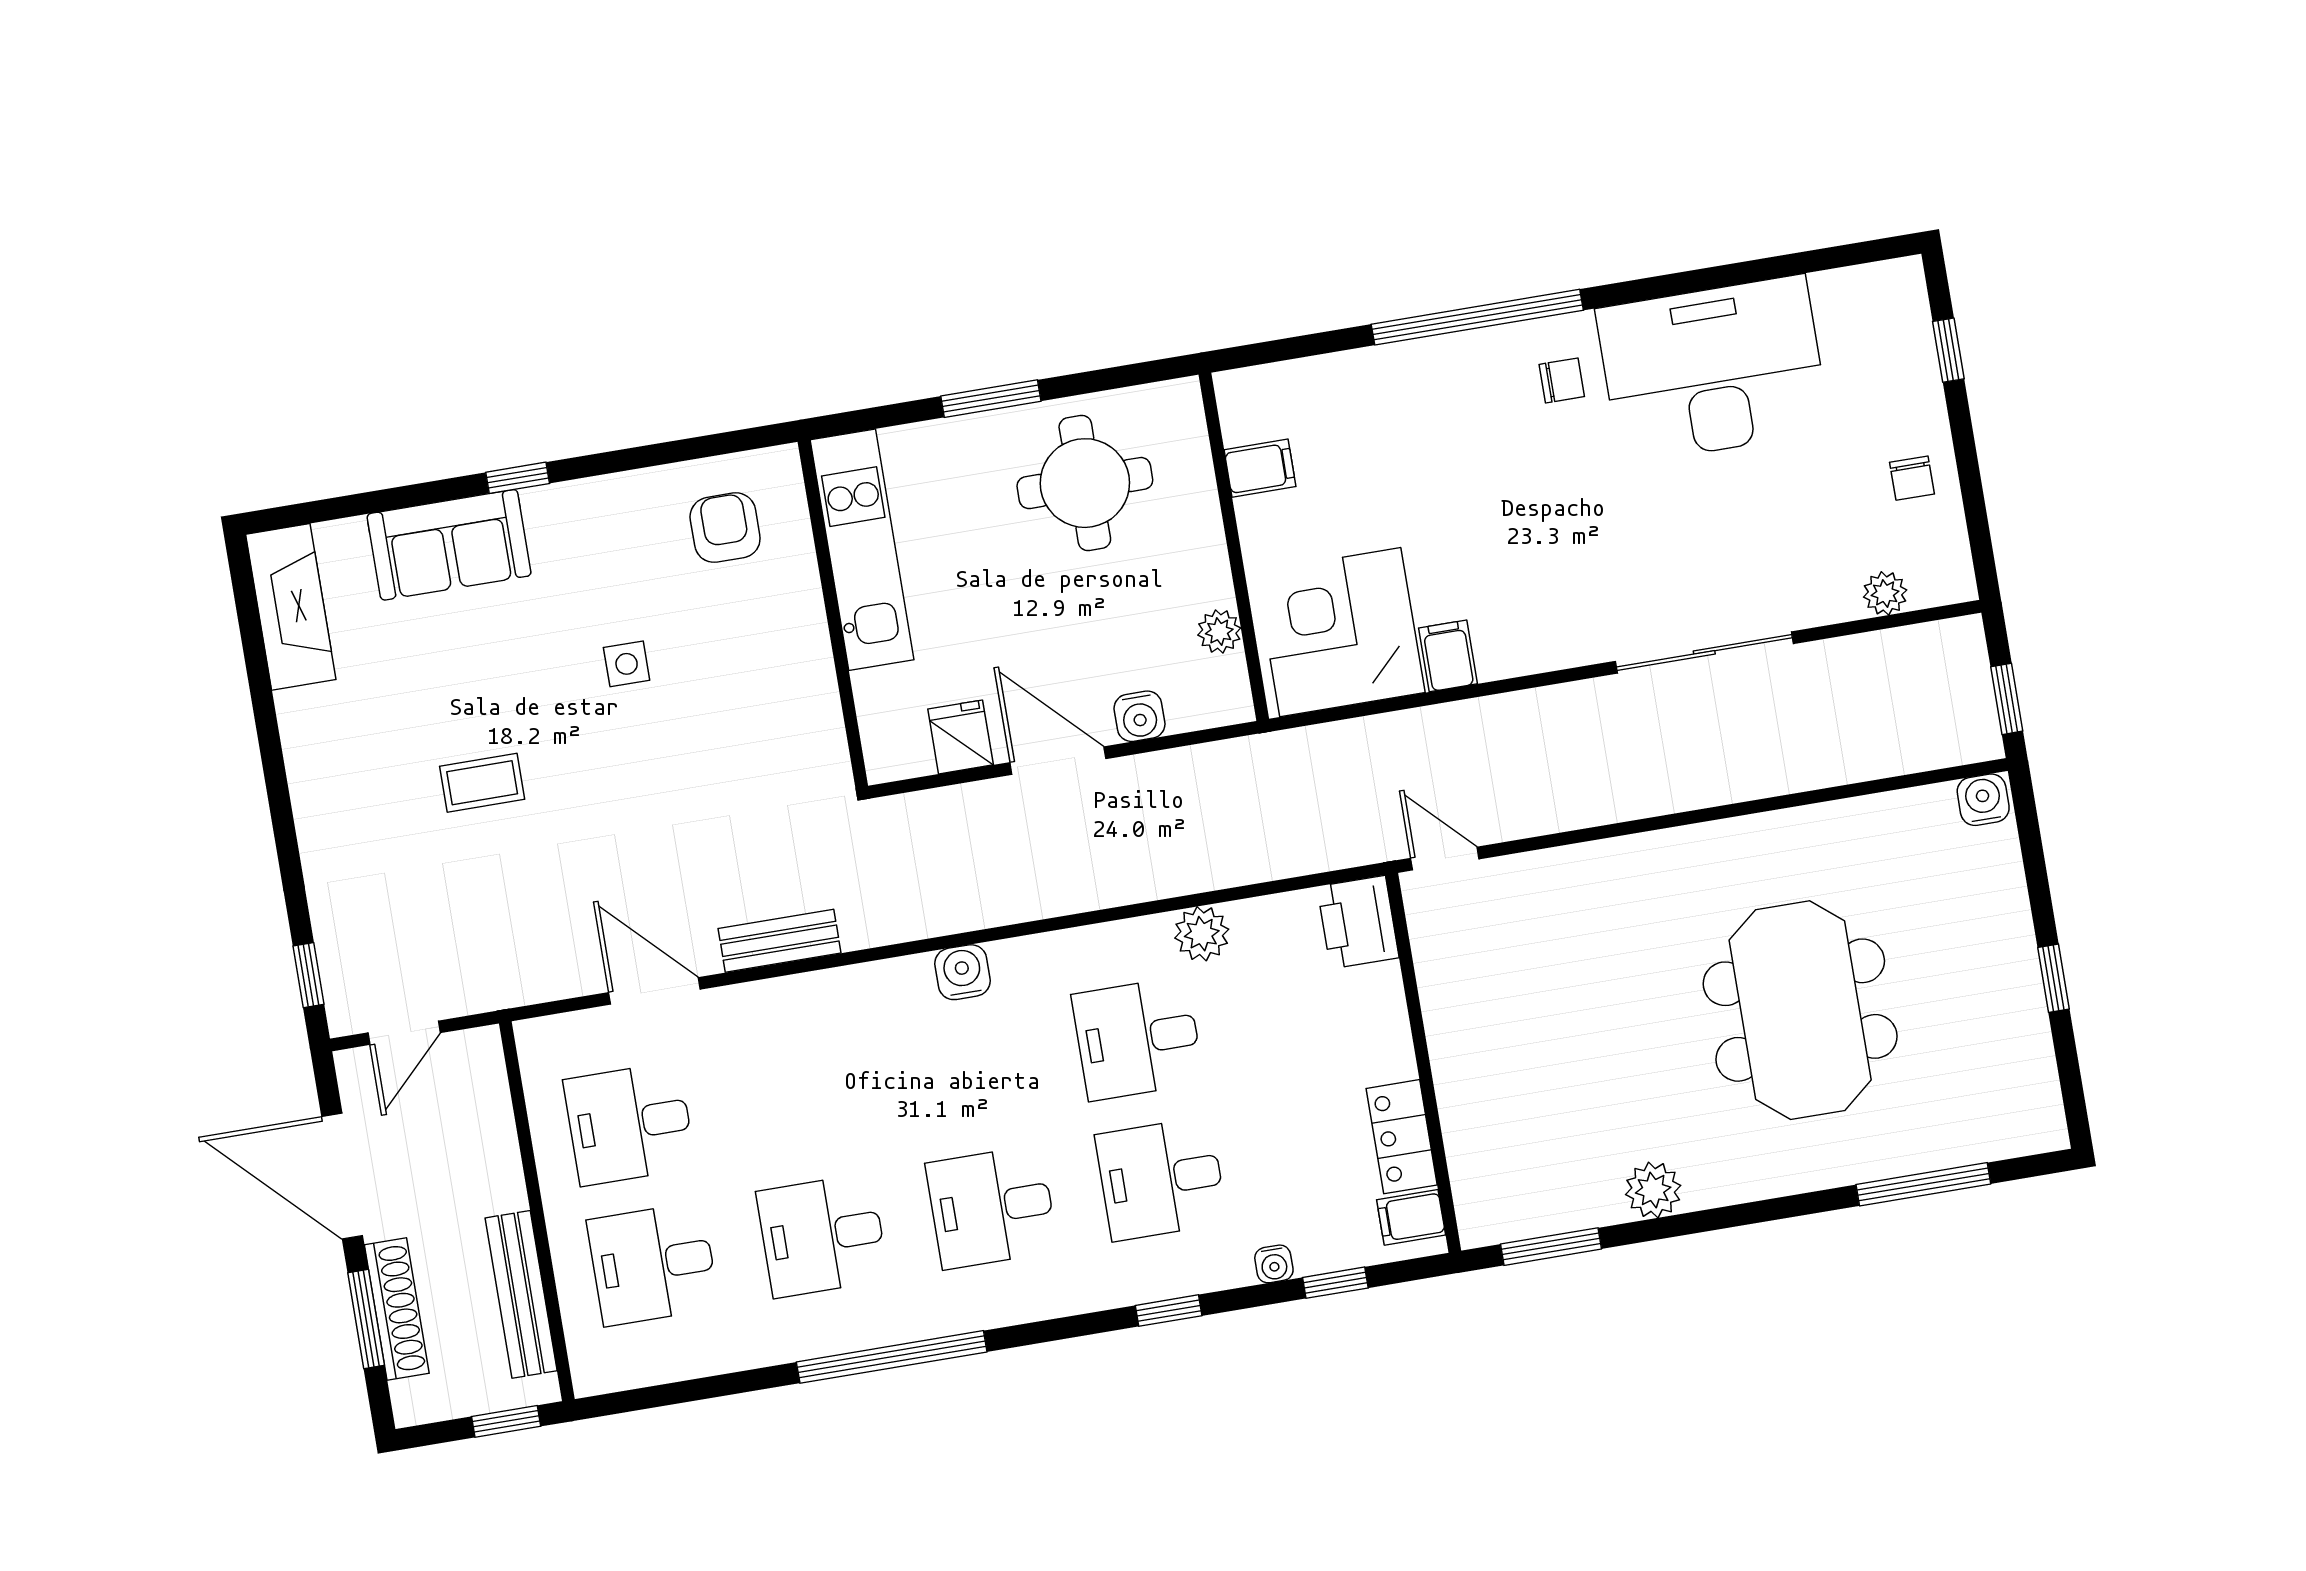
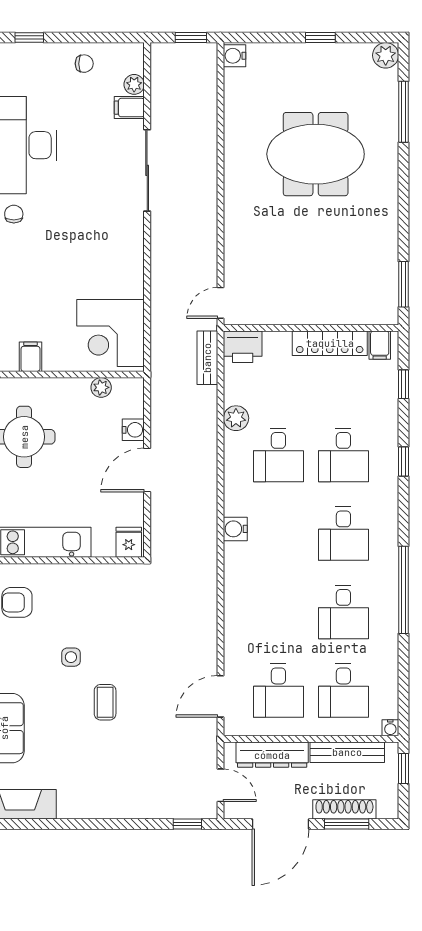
filing cabinet: (1448, 656) -> (129, 108), moved
fridge: (961, 737) -> (129, 542), moved, turned 90
coffee table: (482, 783) -> (105, 702), moved
bench: (780, 941) -> (207, 358), moved
door: (654, 991) -> (220, 696), moved
dresser: (489, 1133) -> (272, 755), added
locker: (1402, 1137) -> (330, 343), width x1.53
plant: (1653, 1190) -> (386, 55), moved
water cooler: (1274, 1264) -> (390, 728), moved, turned 90

